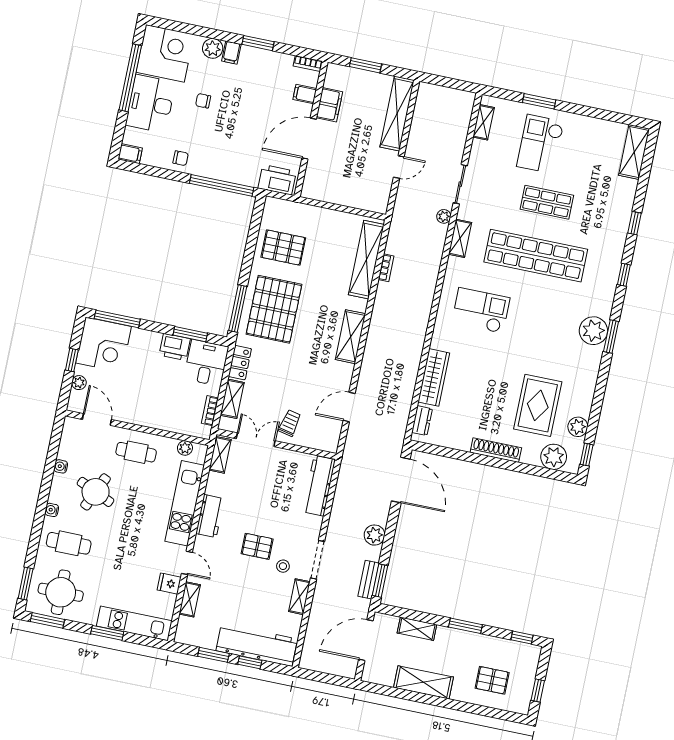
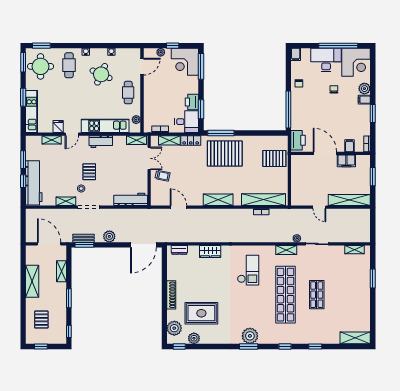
checkout: (540, 144) -> (349, 284), removed
pallet: (283, 248) -> (274, 159), moved, turned 90
wardrobe: (434, 377) -> (210, 251), width x0.67

